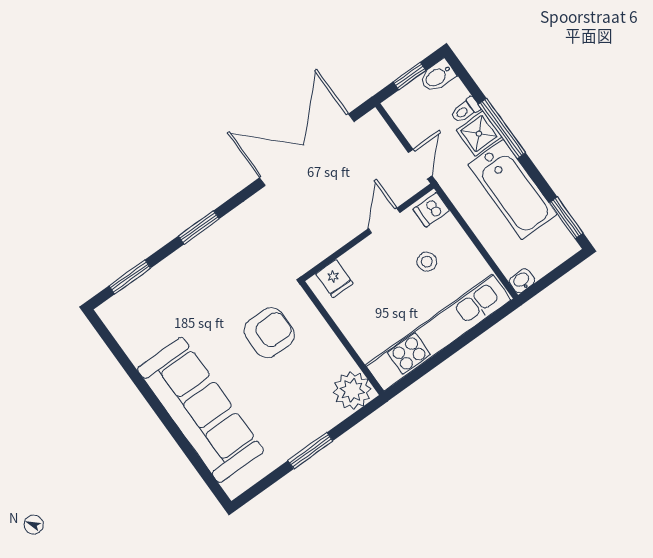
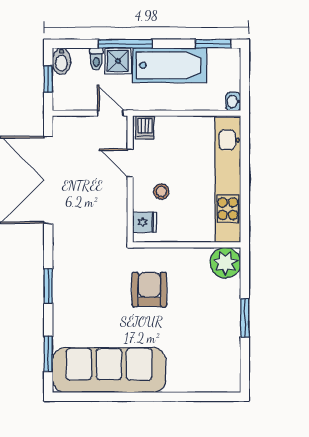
stool: (427, 262) -> (161, 192), moved
sofa: (201, 410) -> (109, 370), moved

